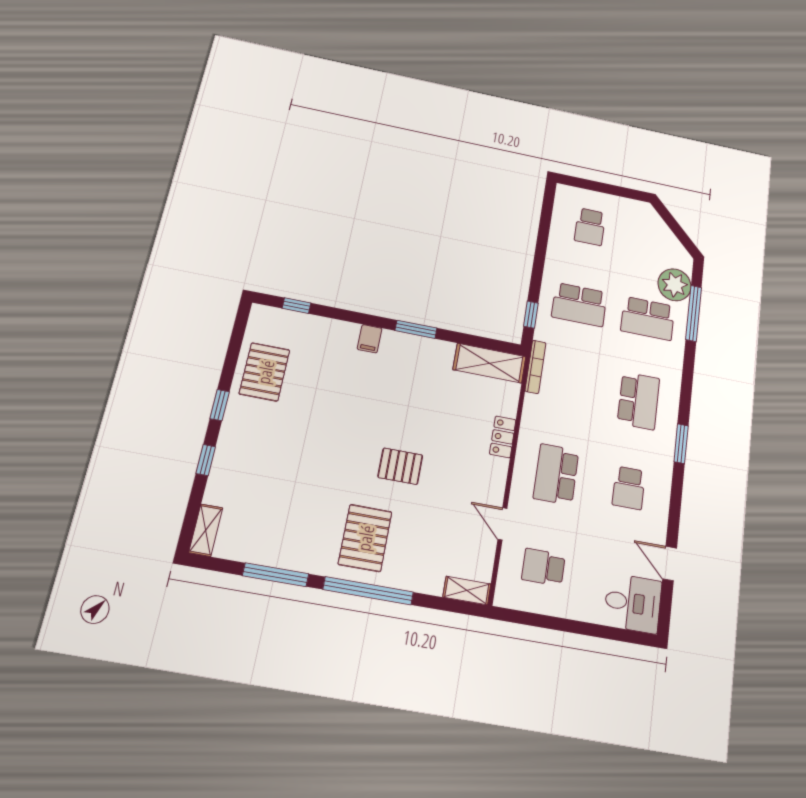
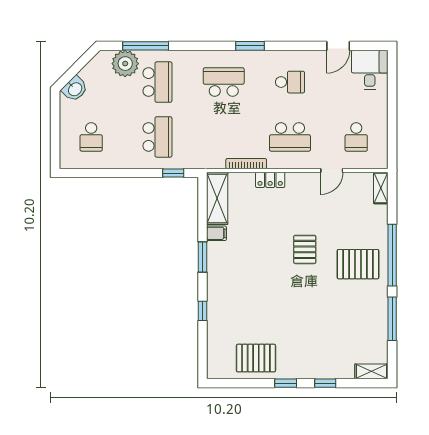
washbasin: (650, 220) -> (75, 89), added
school desk: (590, 227) -> (91, 137), turned 90
window: (296, 306) -> (203, 311), moved
filing cabinet: (370, 339) -> (217, 233), moved
bookcase: (535, 367) -> (246, 164), moved

